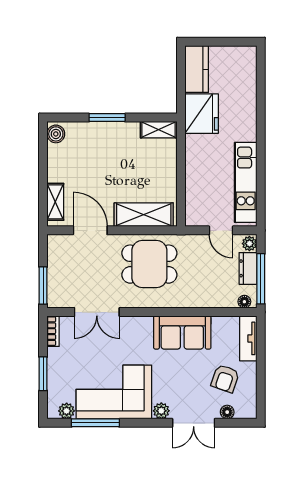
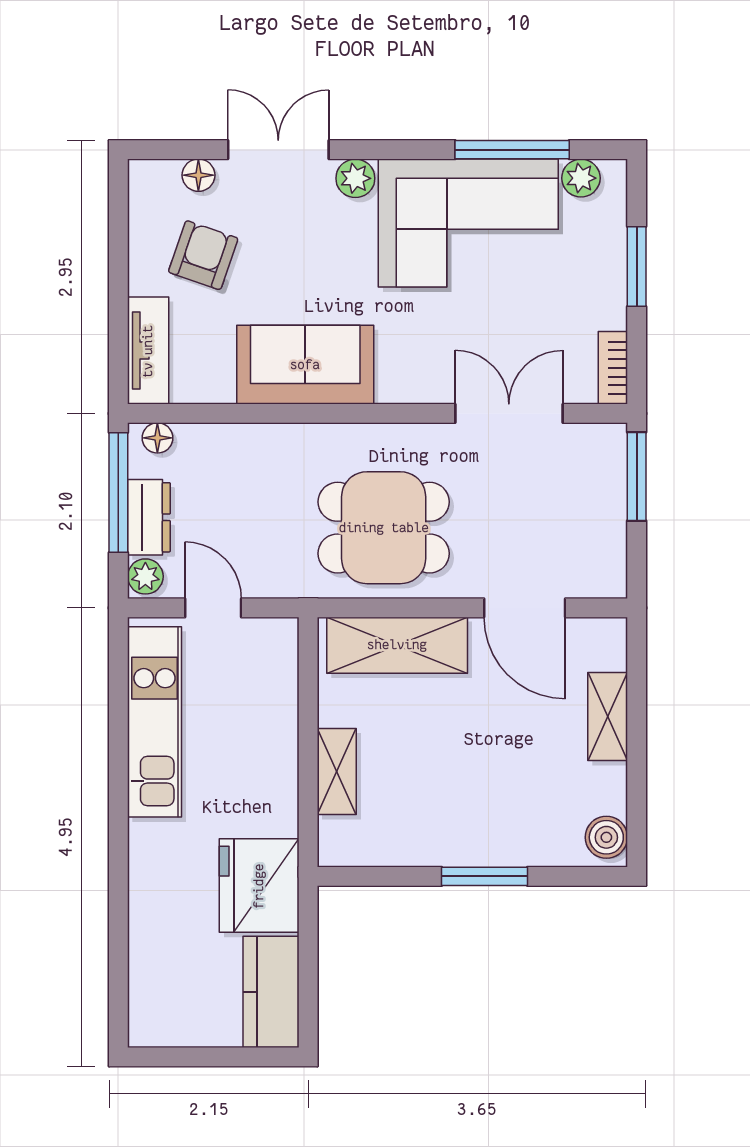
shelving: (158, 130) -> (337, 772), moved, turned 90
shelving: (55, 202) -> (608, 717), moved

